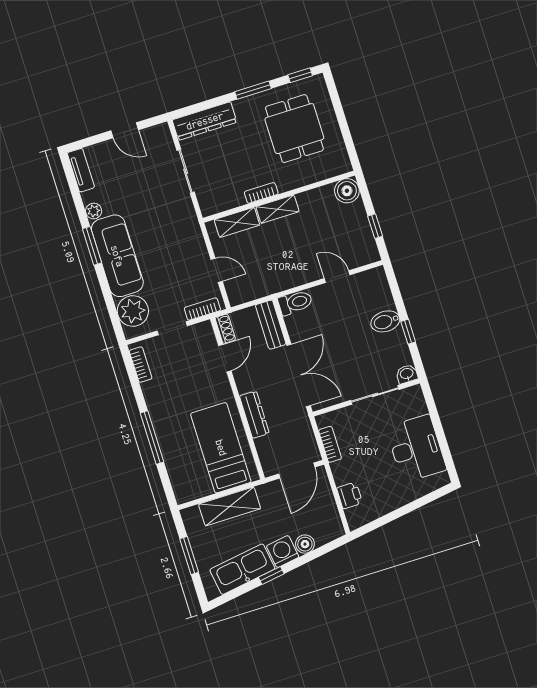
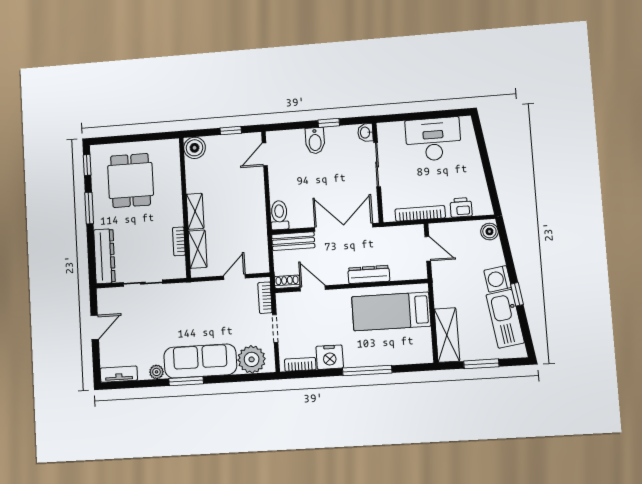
dining table: (294, 129) -> (131, 180), turned 90
bookcase: (261, 193) -> (179, 241), moved
door: (337, 277) -> (265, 154), moved
nightstand: (156, 394) -> (330, 357), added
bookcase: (330, 444) -> (420, 213), width x1.56
door: (297, 471) -> (428, 249), width x0.73
shelving: (230, 506) -> (447, 335), moved
boiler: (305, 544) -> (489, 232), moved

